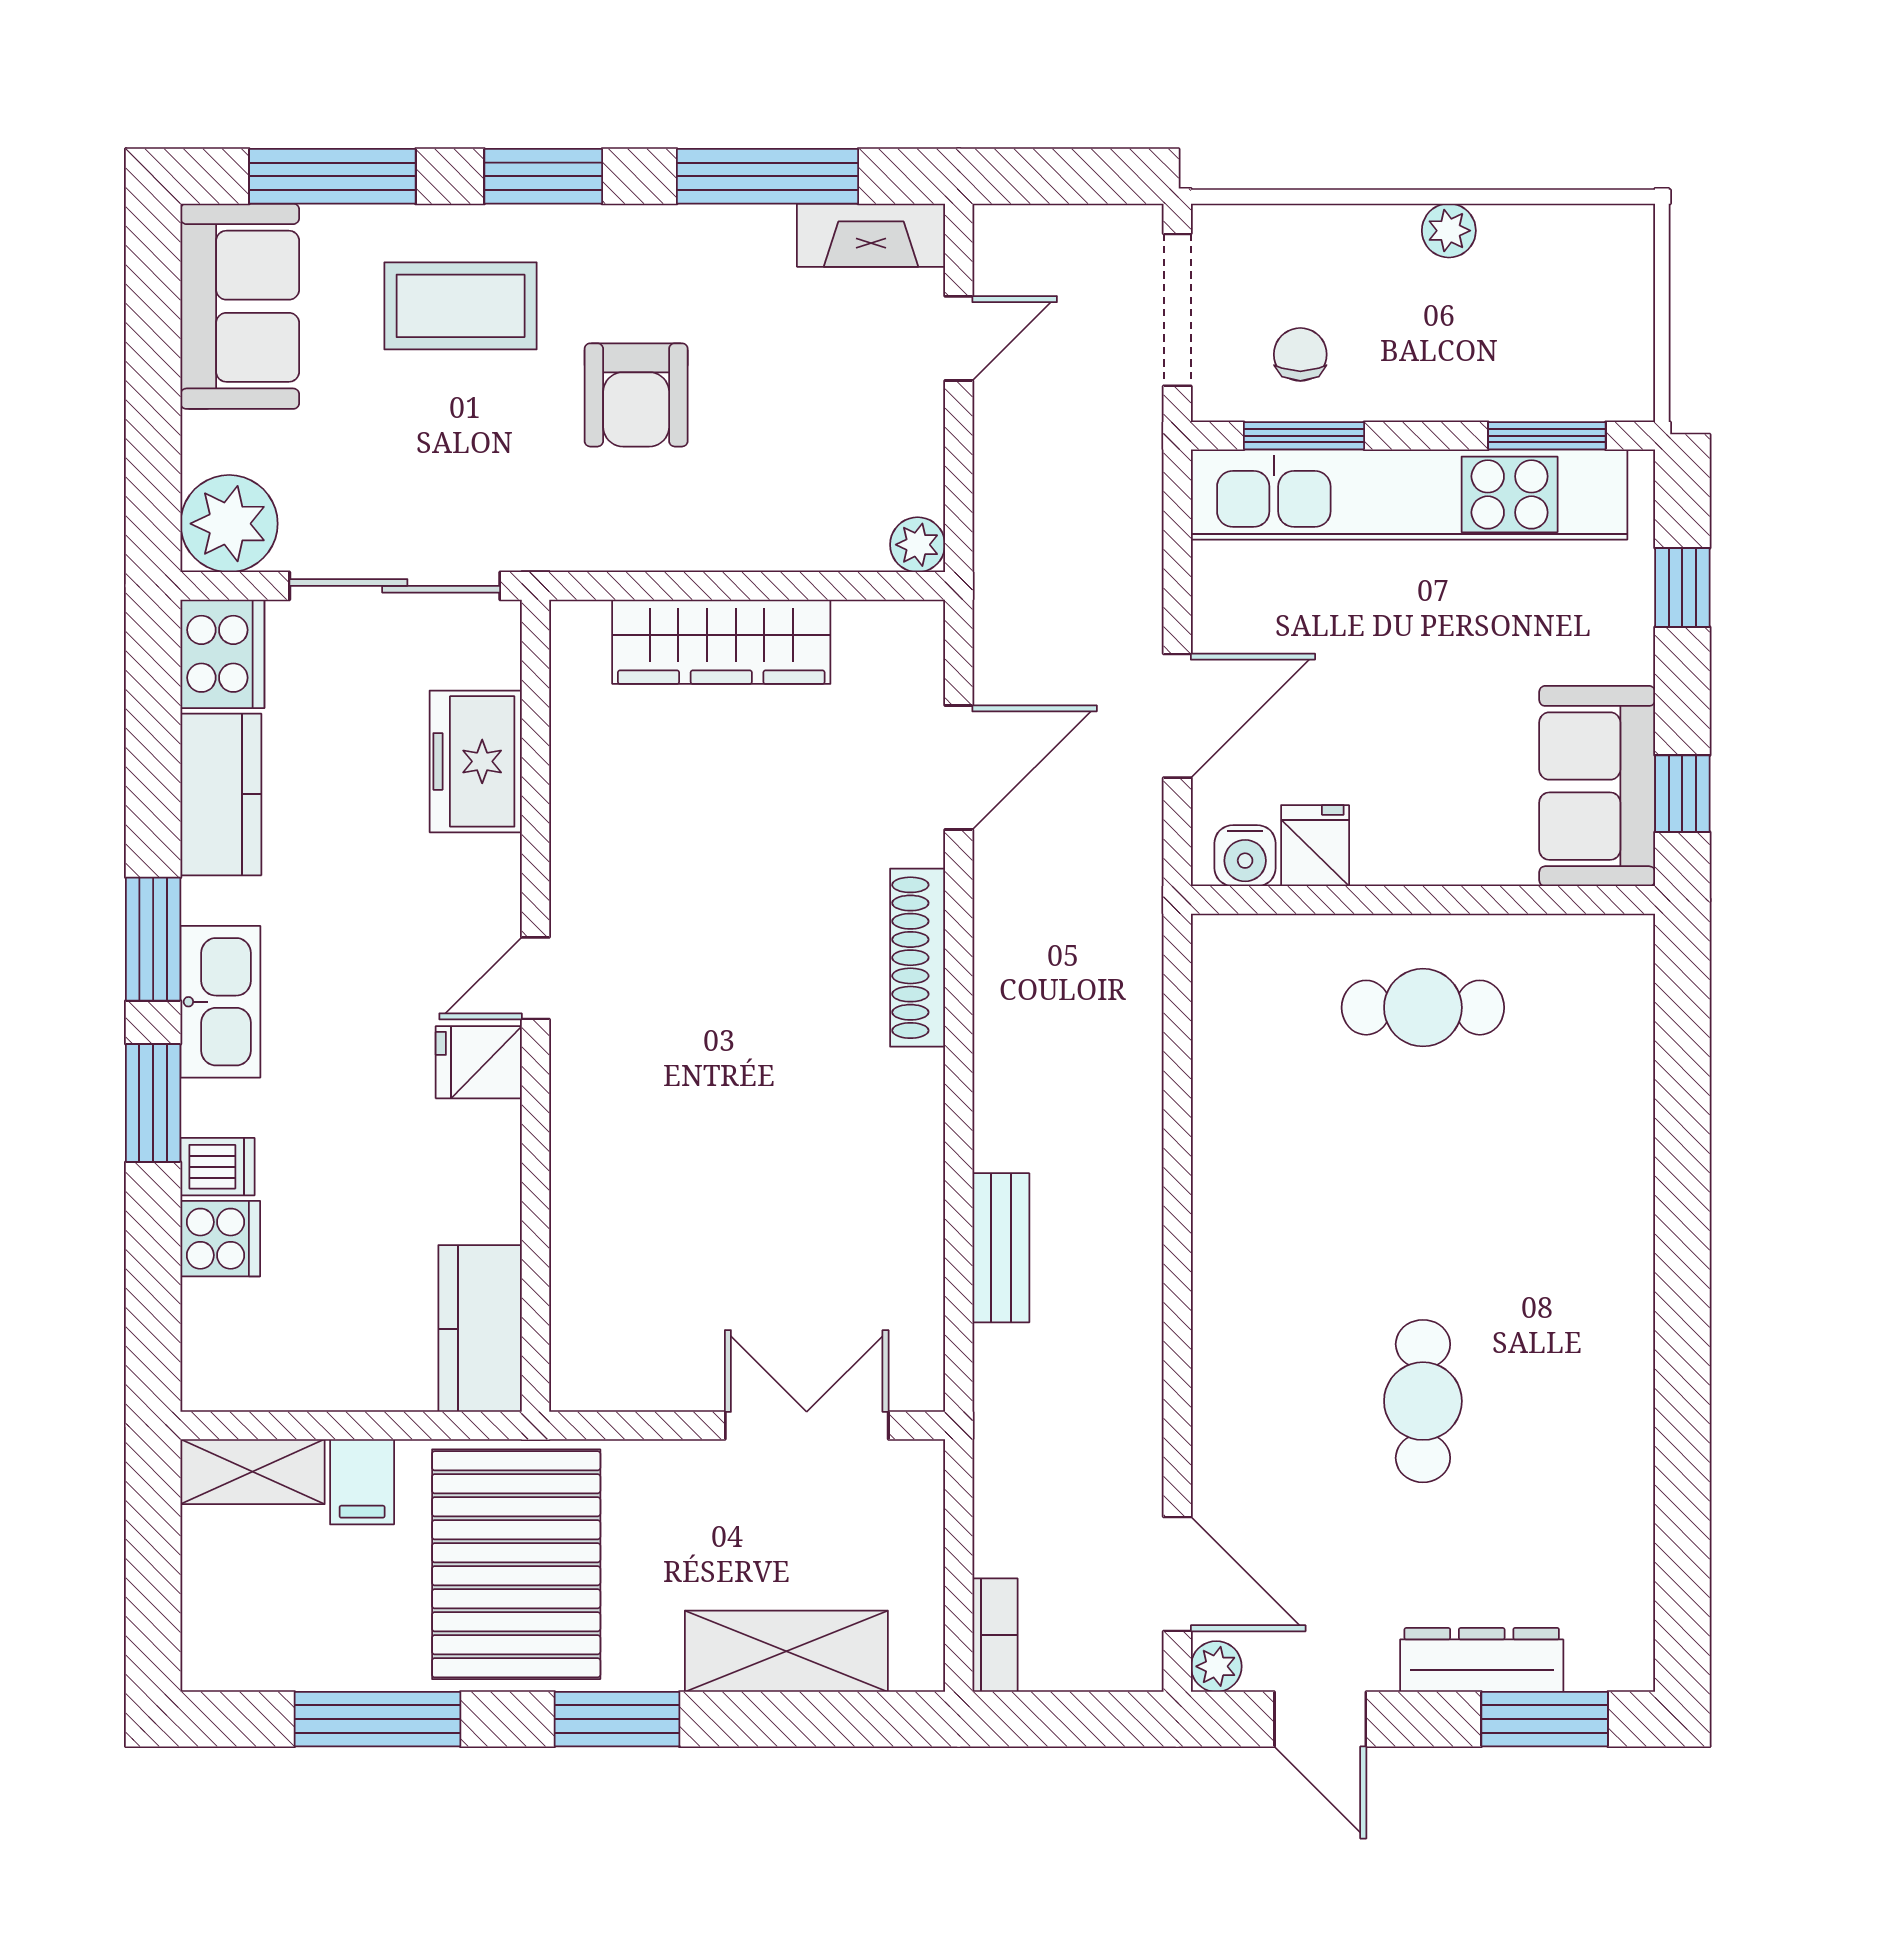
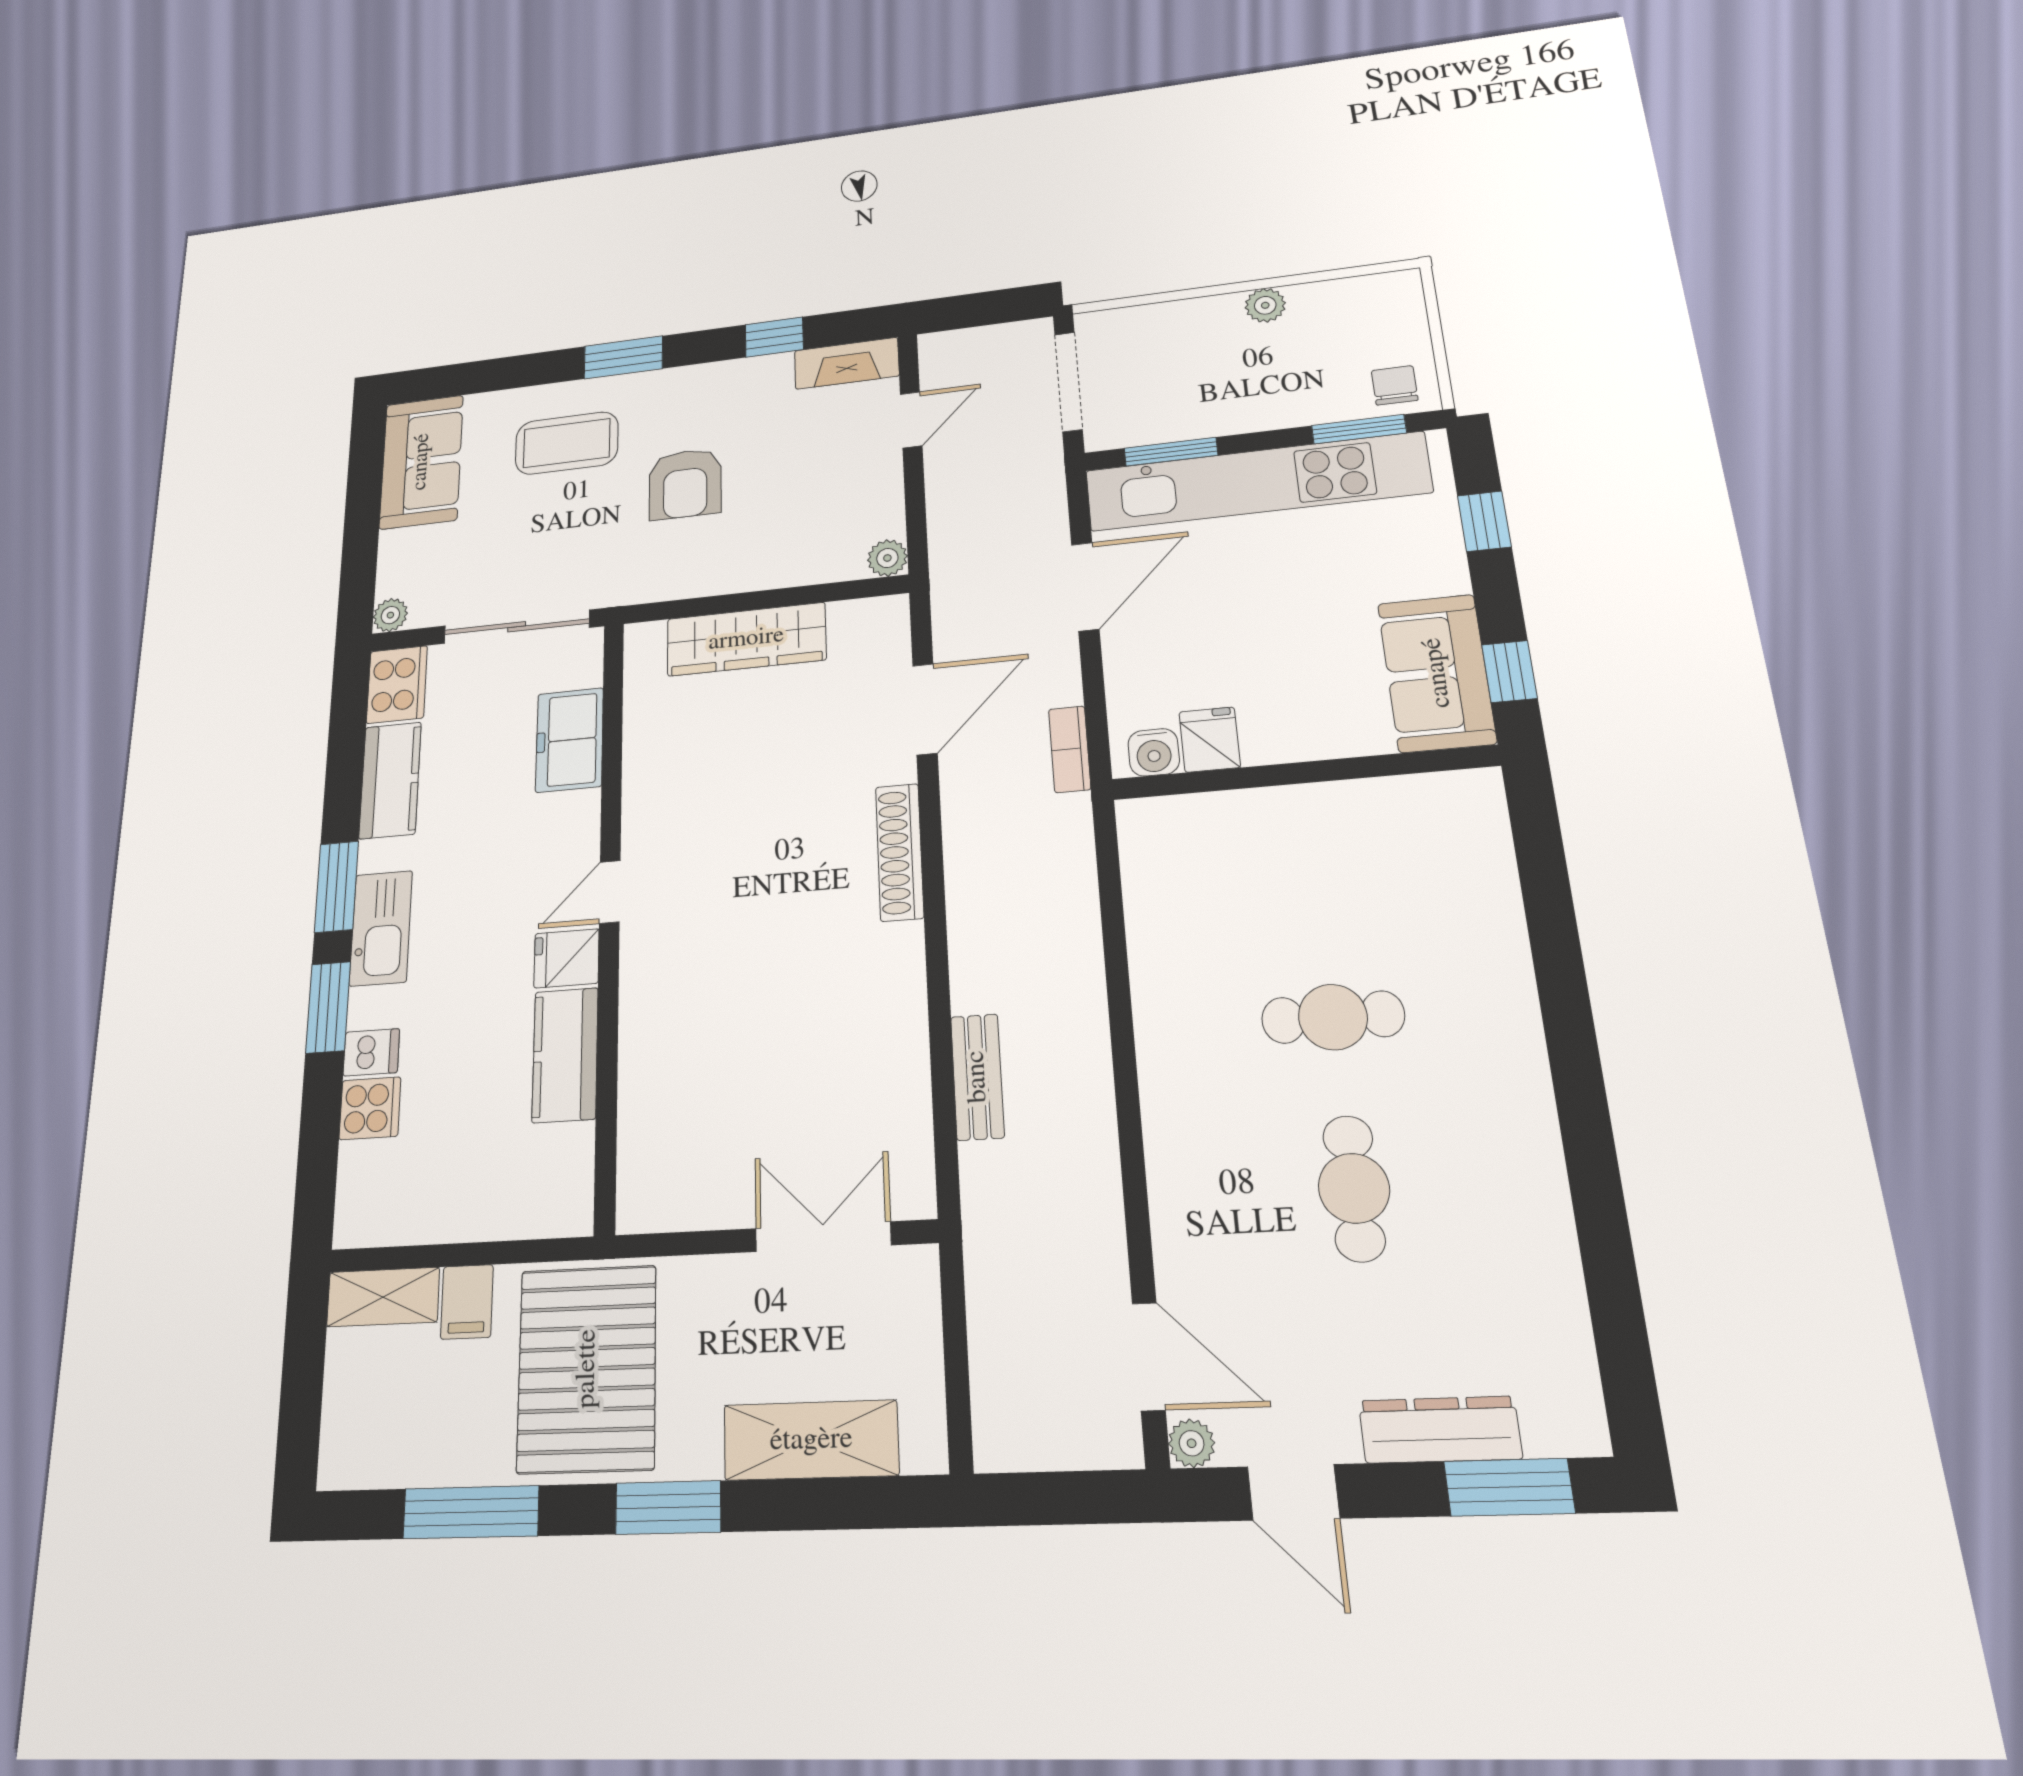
window: (332, 176) -> (485, 376), removed
window: (768, 176) -> (774, 337), width x0.46
chair: (1300, 354) -> (1395, 385), moved
plant: (229, 524) -> (390, 615), width x0.53, depth x0.53
door: (1177, 716) -> (1085, 587), moved
cafe table: (1423, 1008) -> (1333, 1017), moved
kitchen counter: (480, 1329) -> (565, 1055), moved
bookcase: (995, 1635) -> (1070, 749), moved, turned 180

